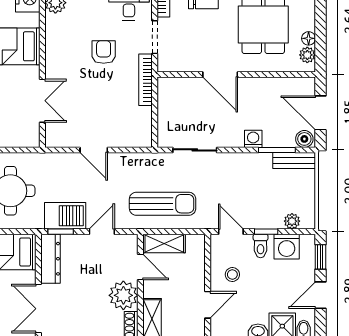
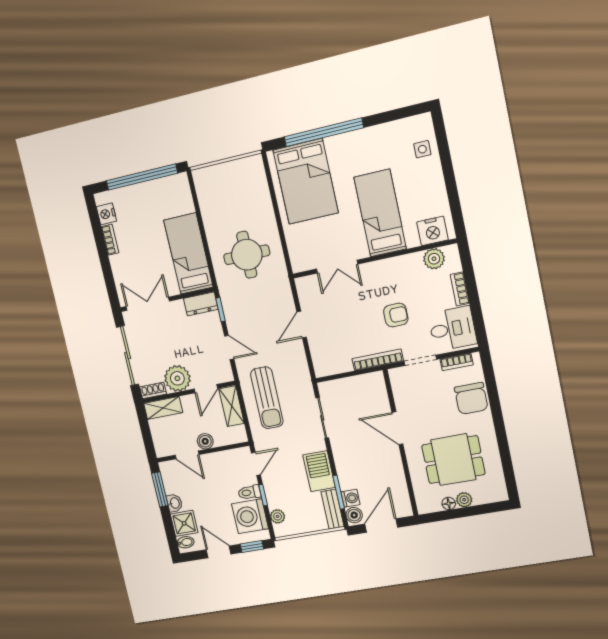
plant: (307, 55) -> (464, 500), moved
door: (220, 74) -> (397, 428), hinge flipped
washing machine: (253, 139) -> (350, 498), moved
barbecue: (65, 216) -> (319, 471), moved, turned 180
washing machine: (287, 247) -> (250, 516), width x1.37, depth x1.37
dresser: (50, 259) -> (201, 304), width x0.70
stool: (232, 274) -> (218, 472), removed
boiler: (197, 281) -> (205, 441), added

